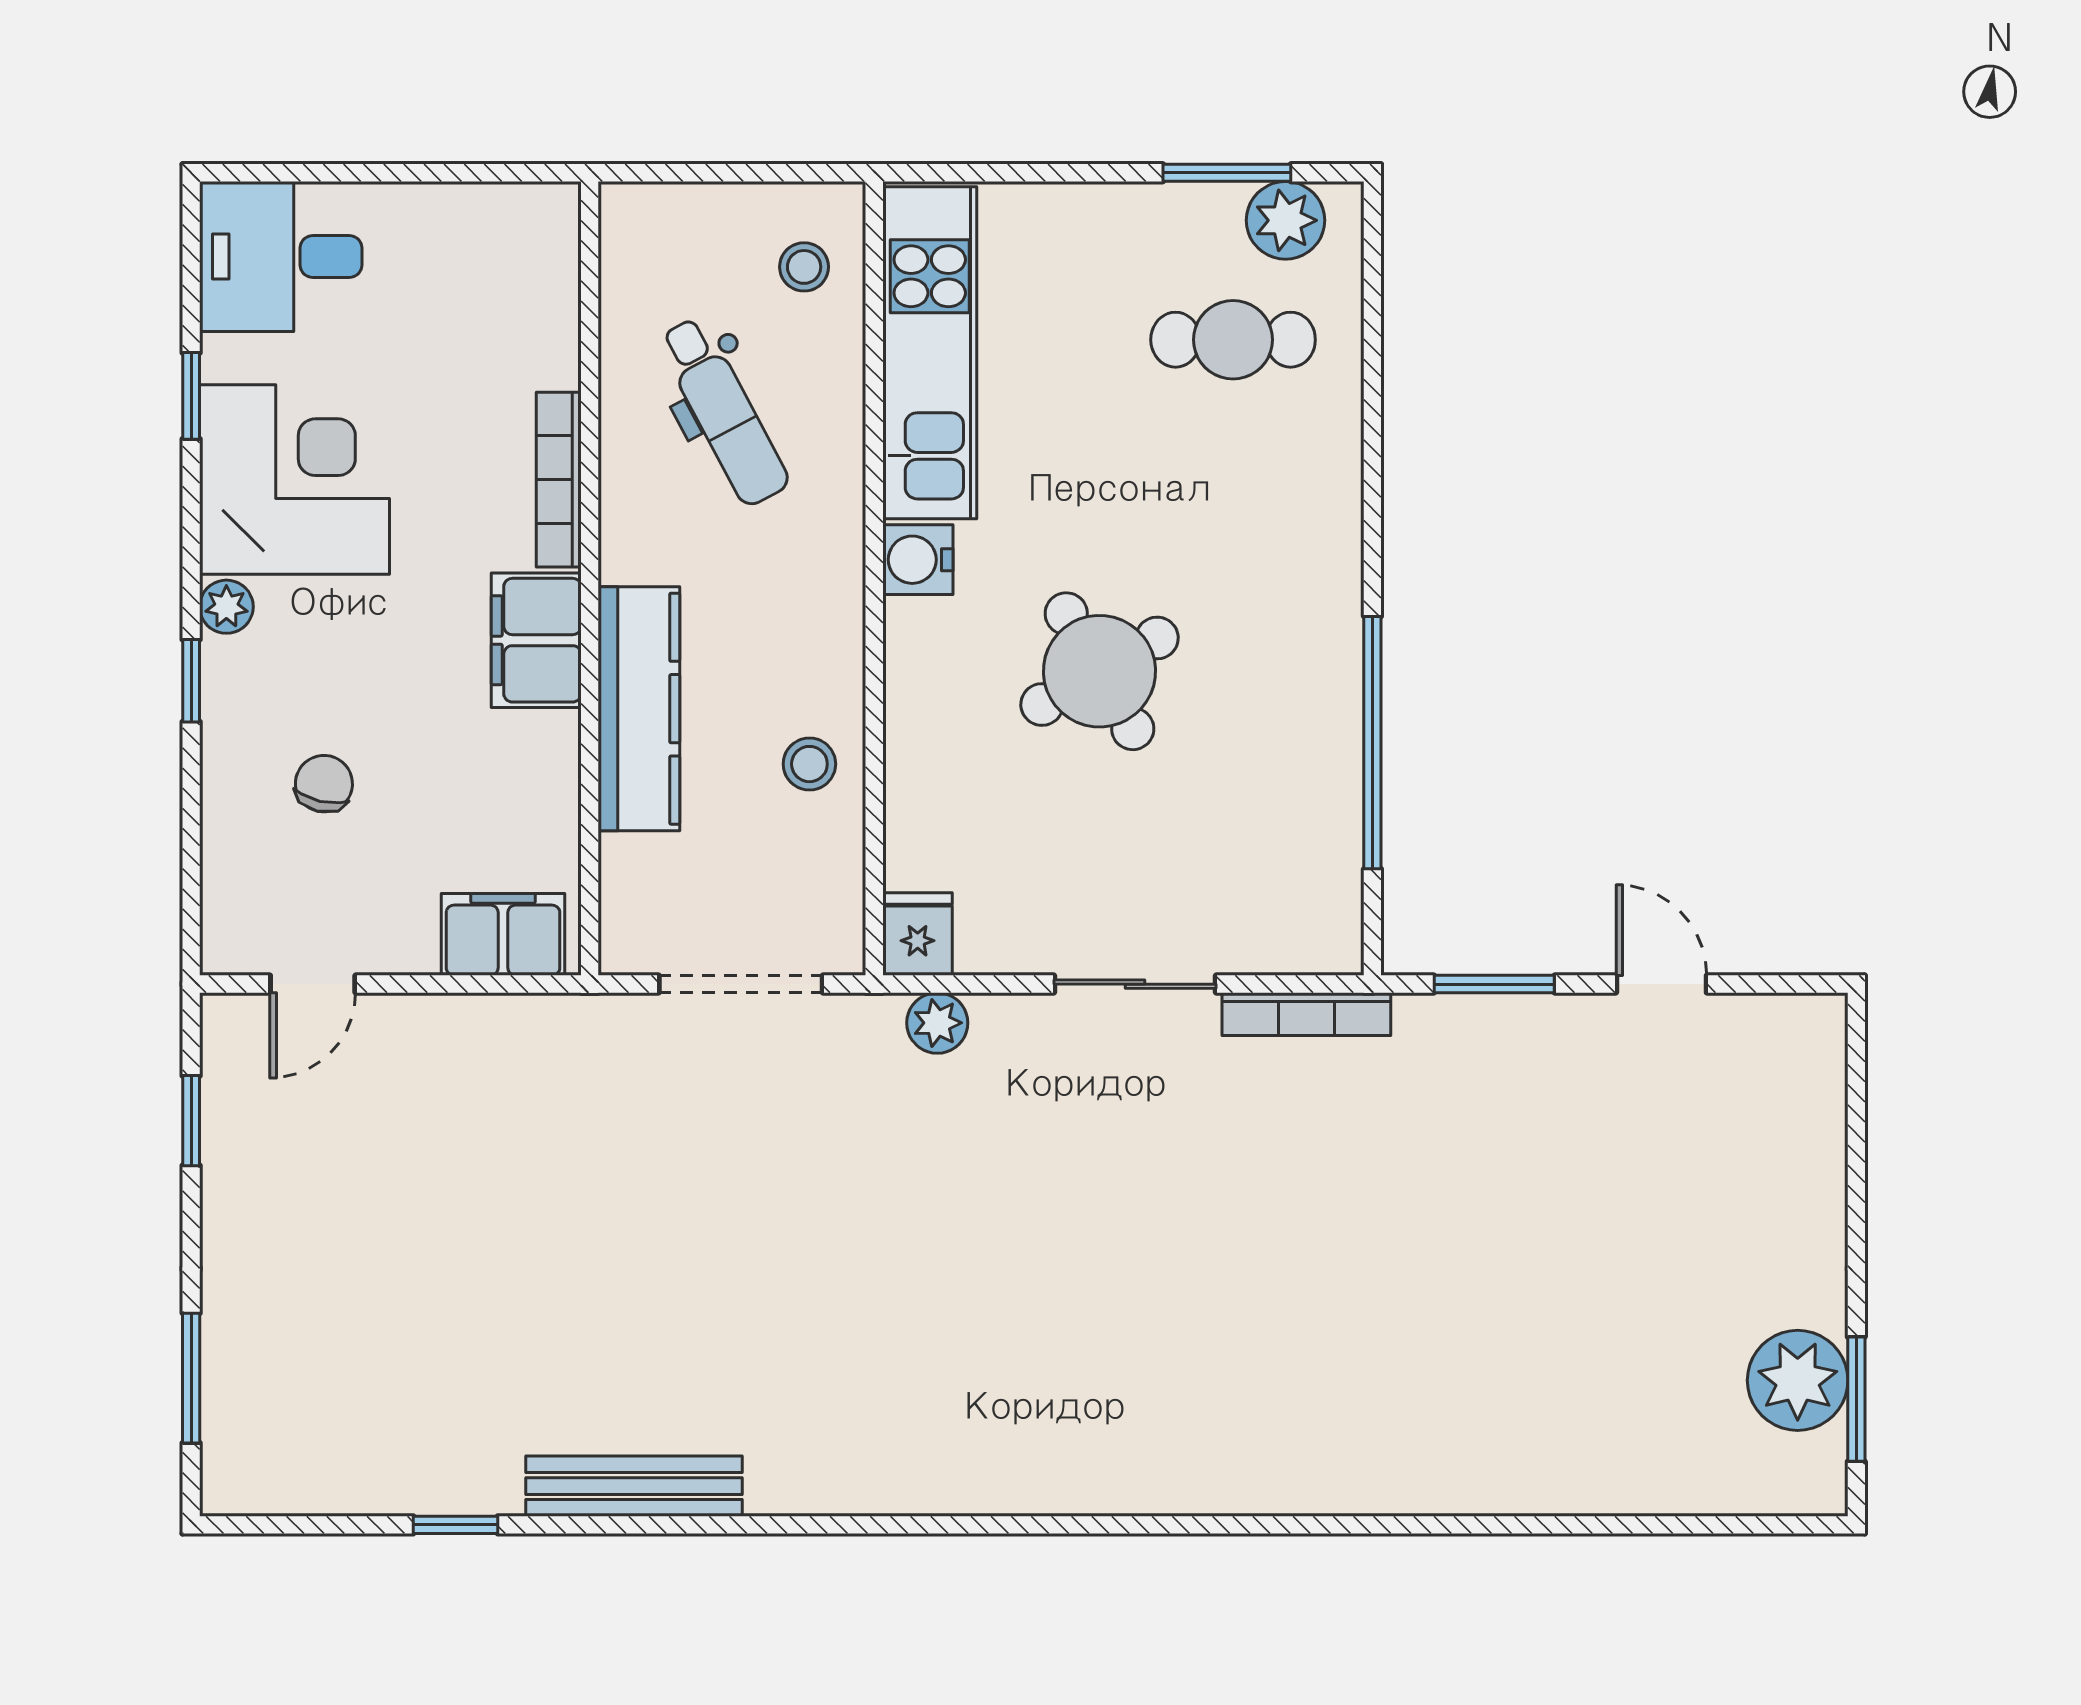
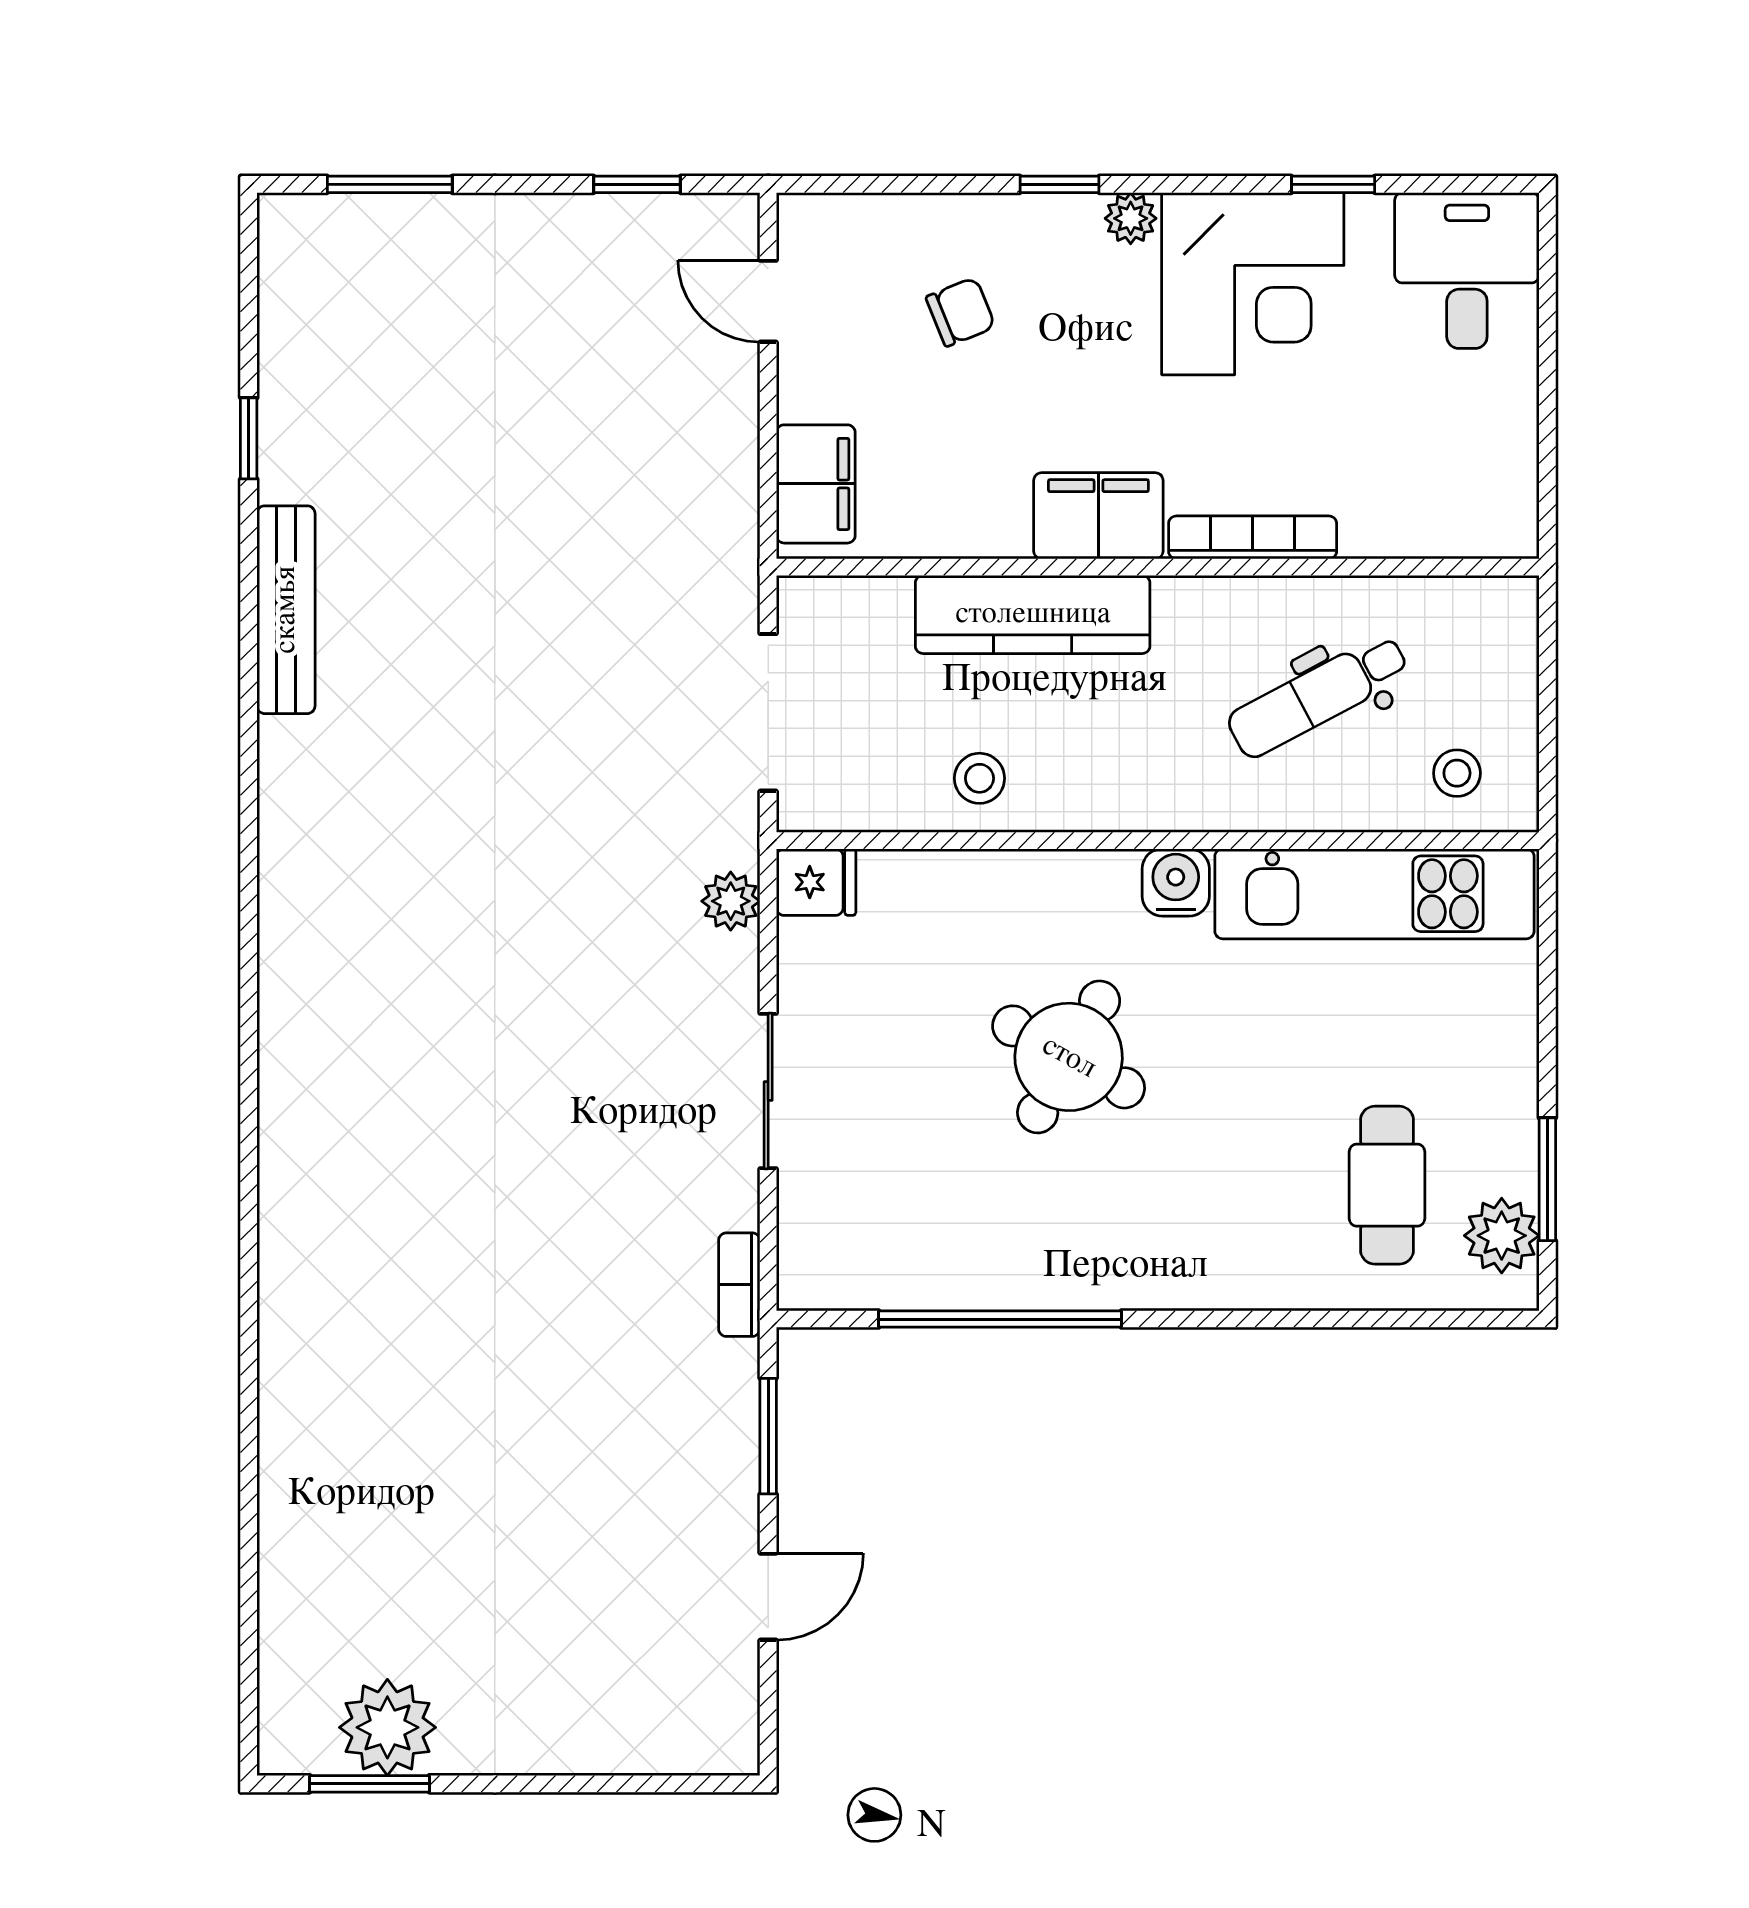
round table: (1100, 671) -> (1069, 1057), turned -31
chair: (324, 784) -> (961, 312), turned -35
bookcase: (1306, 1014) -> (739, 1285), width x0.64

